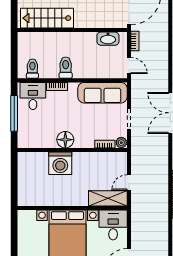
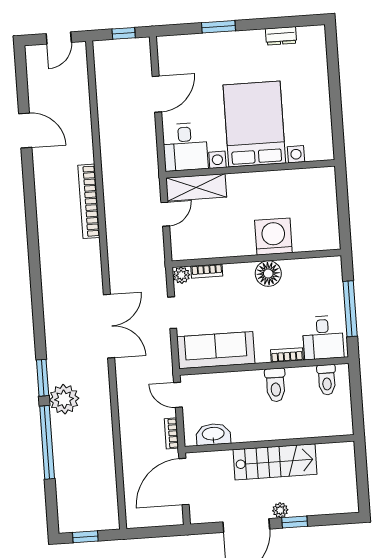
stairs: (47, 18) -> (275, 462), moved

